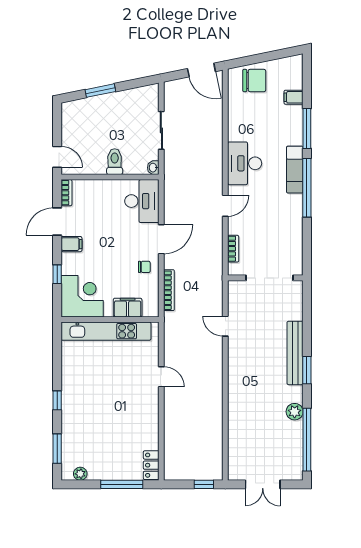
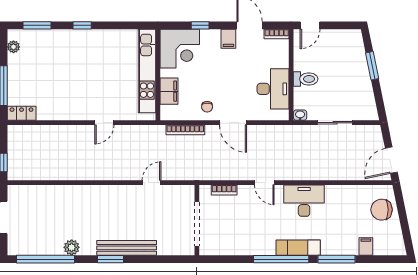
chair: (254, 81) -> (382, 210), turned 90
desk: (142, 201) -> (273, 89), moved, turned -90

